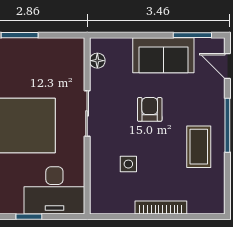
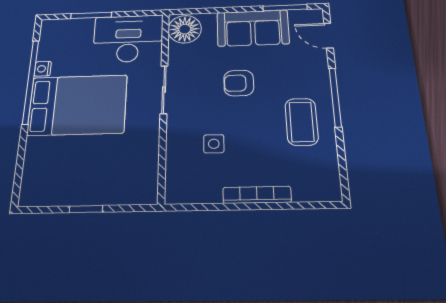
floor lamp: (97, 61) -> (185, 29), width x1.89, depth x1.89
armchair: (150, 109) -> (239, 83), turned -90
desk: (54, 190) -> (128, 39), moved, turned 180

